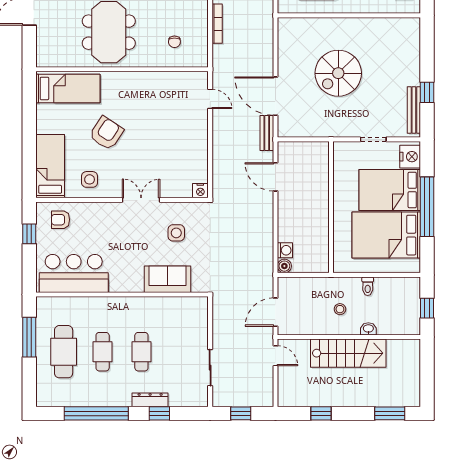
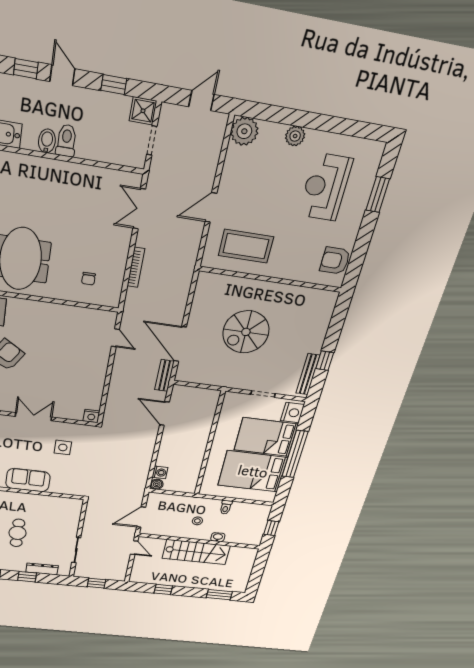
sofa: (168, 279) -> (28, 480), moved
dresser: (150, 400) -> (42, 569), moved

